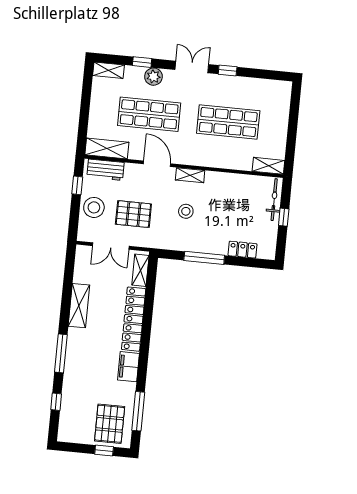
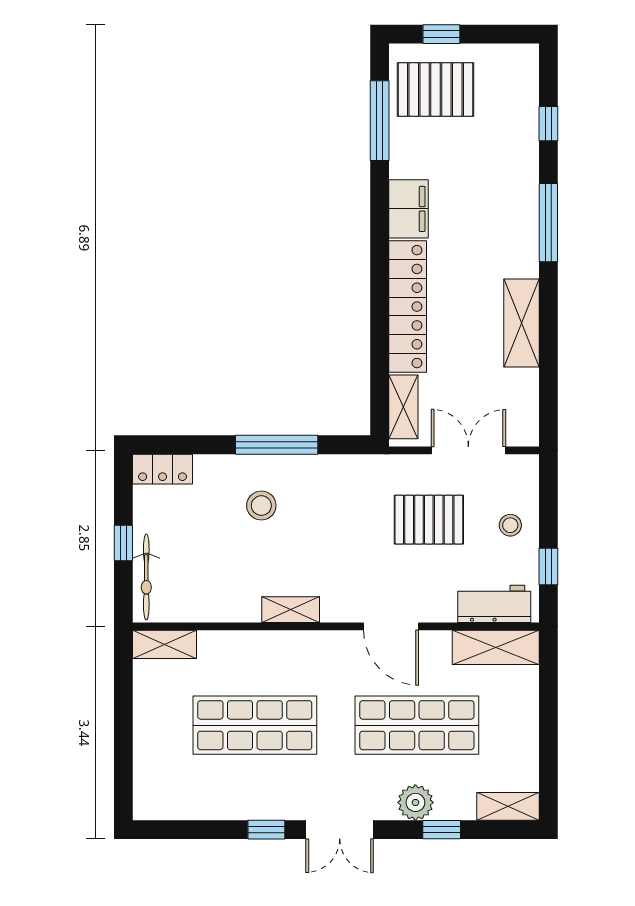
shelving: (190, 175) -> (291, 610), moved
stool: (94, 207) -> (510, 525), width x0.53, depth x0.53
stool: (186, 211) -> (261, 506), moved
locker: (242, 250) -> (163, 469), moved
pallet: (110, 424) -> (436, 89), turned 90

